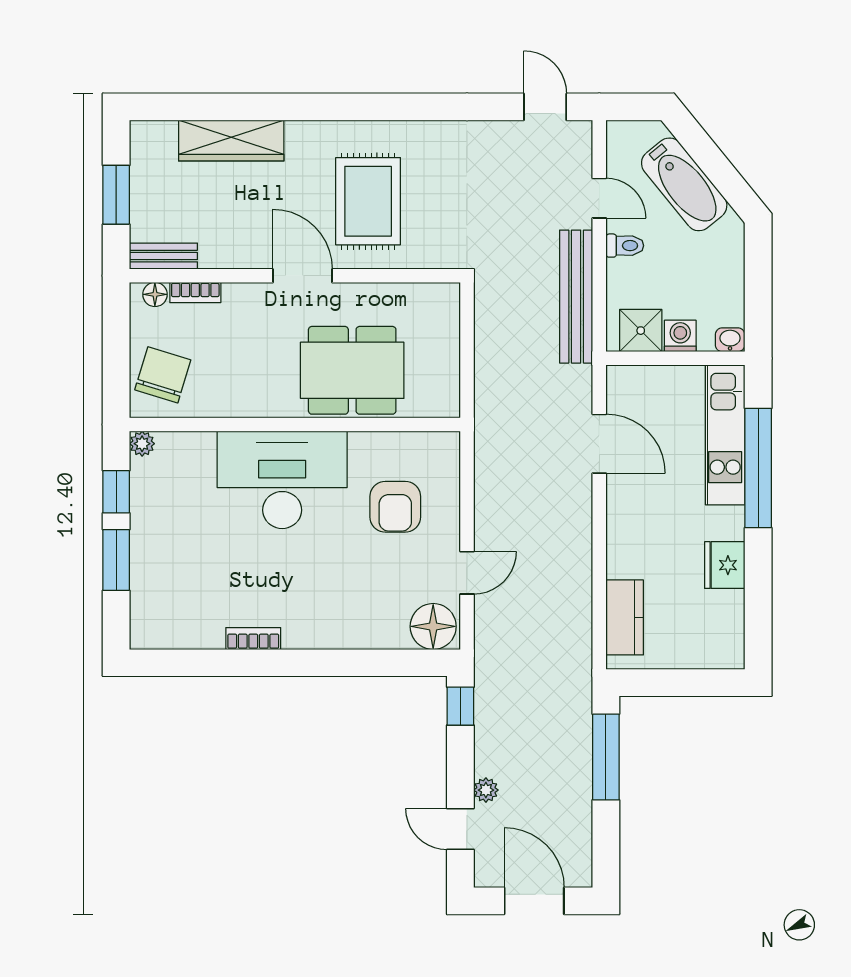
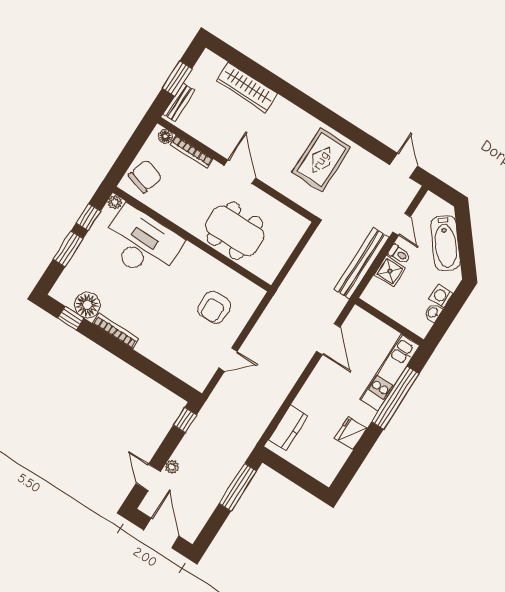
rug: (368, 201) -> (321, 160), moved
bench: (163, 256) -> (179, 102), moved, turned 90
bookcase: (195, 292) -> (192, 152), width x1.56
shower: (641, 331) -> (390, 271), moved
washing machine: (680, 336) -> (441, 296), moved, turned -90
washbasin: (730, 340) -> (433, 313), moved, turned -90
desk: (282, 480) -> (141, 243), moved
floor lamp: (433, 626) -> (87, 305), moved
bookcase: (253, 639) -> (116, 331), width x1.56
window: (188, 663) -> (71, 318), added

